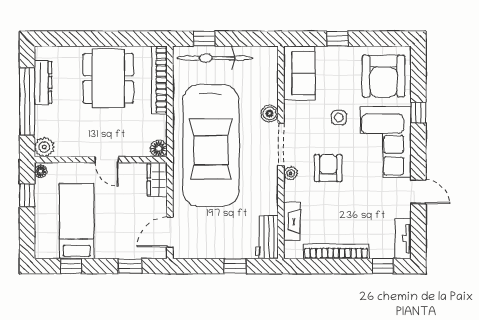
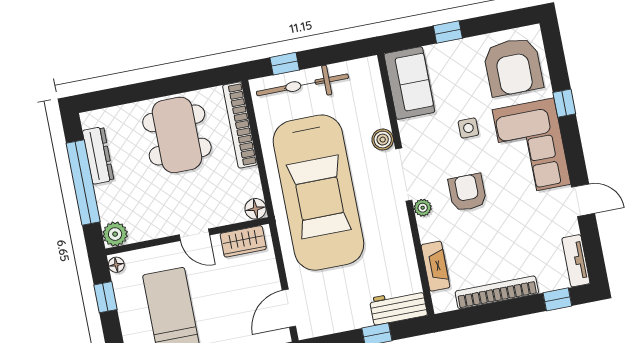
wardrobe: (157, 180) -> (243, 241), moved, turned -90
workbench: (267, 237) -> (398, 307), moved, turned 90

